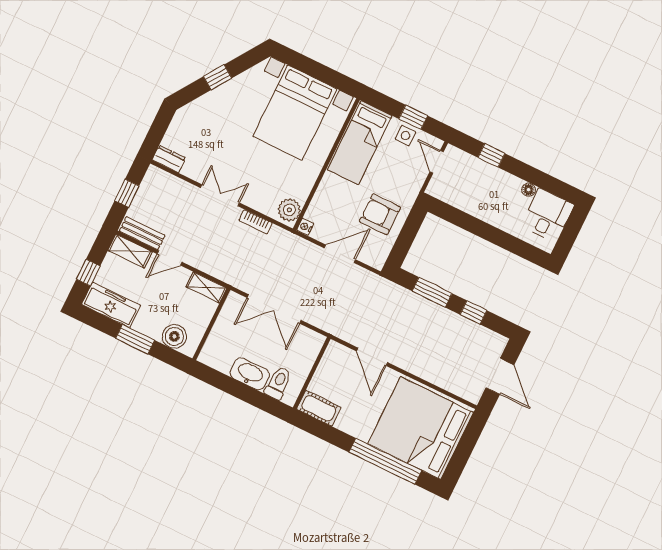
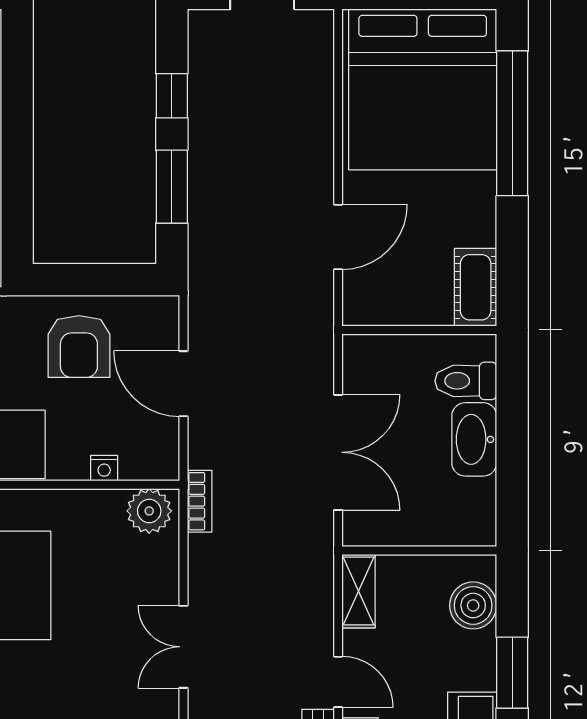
bookcase: (256, 222) -> (200, 501), moved
nightstand: (305, 227) -> (104, 468), moved

